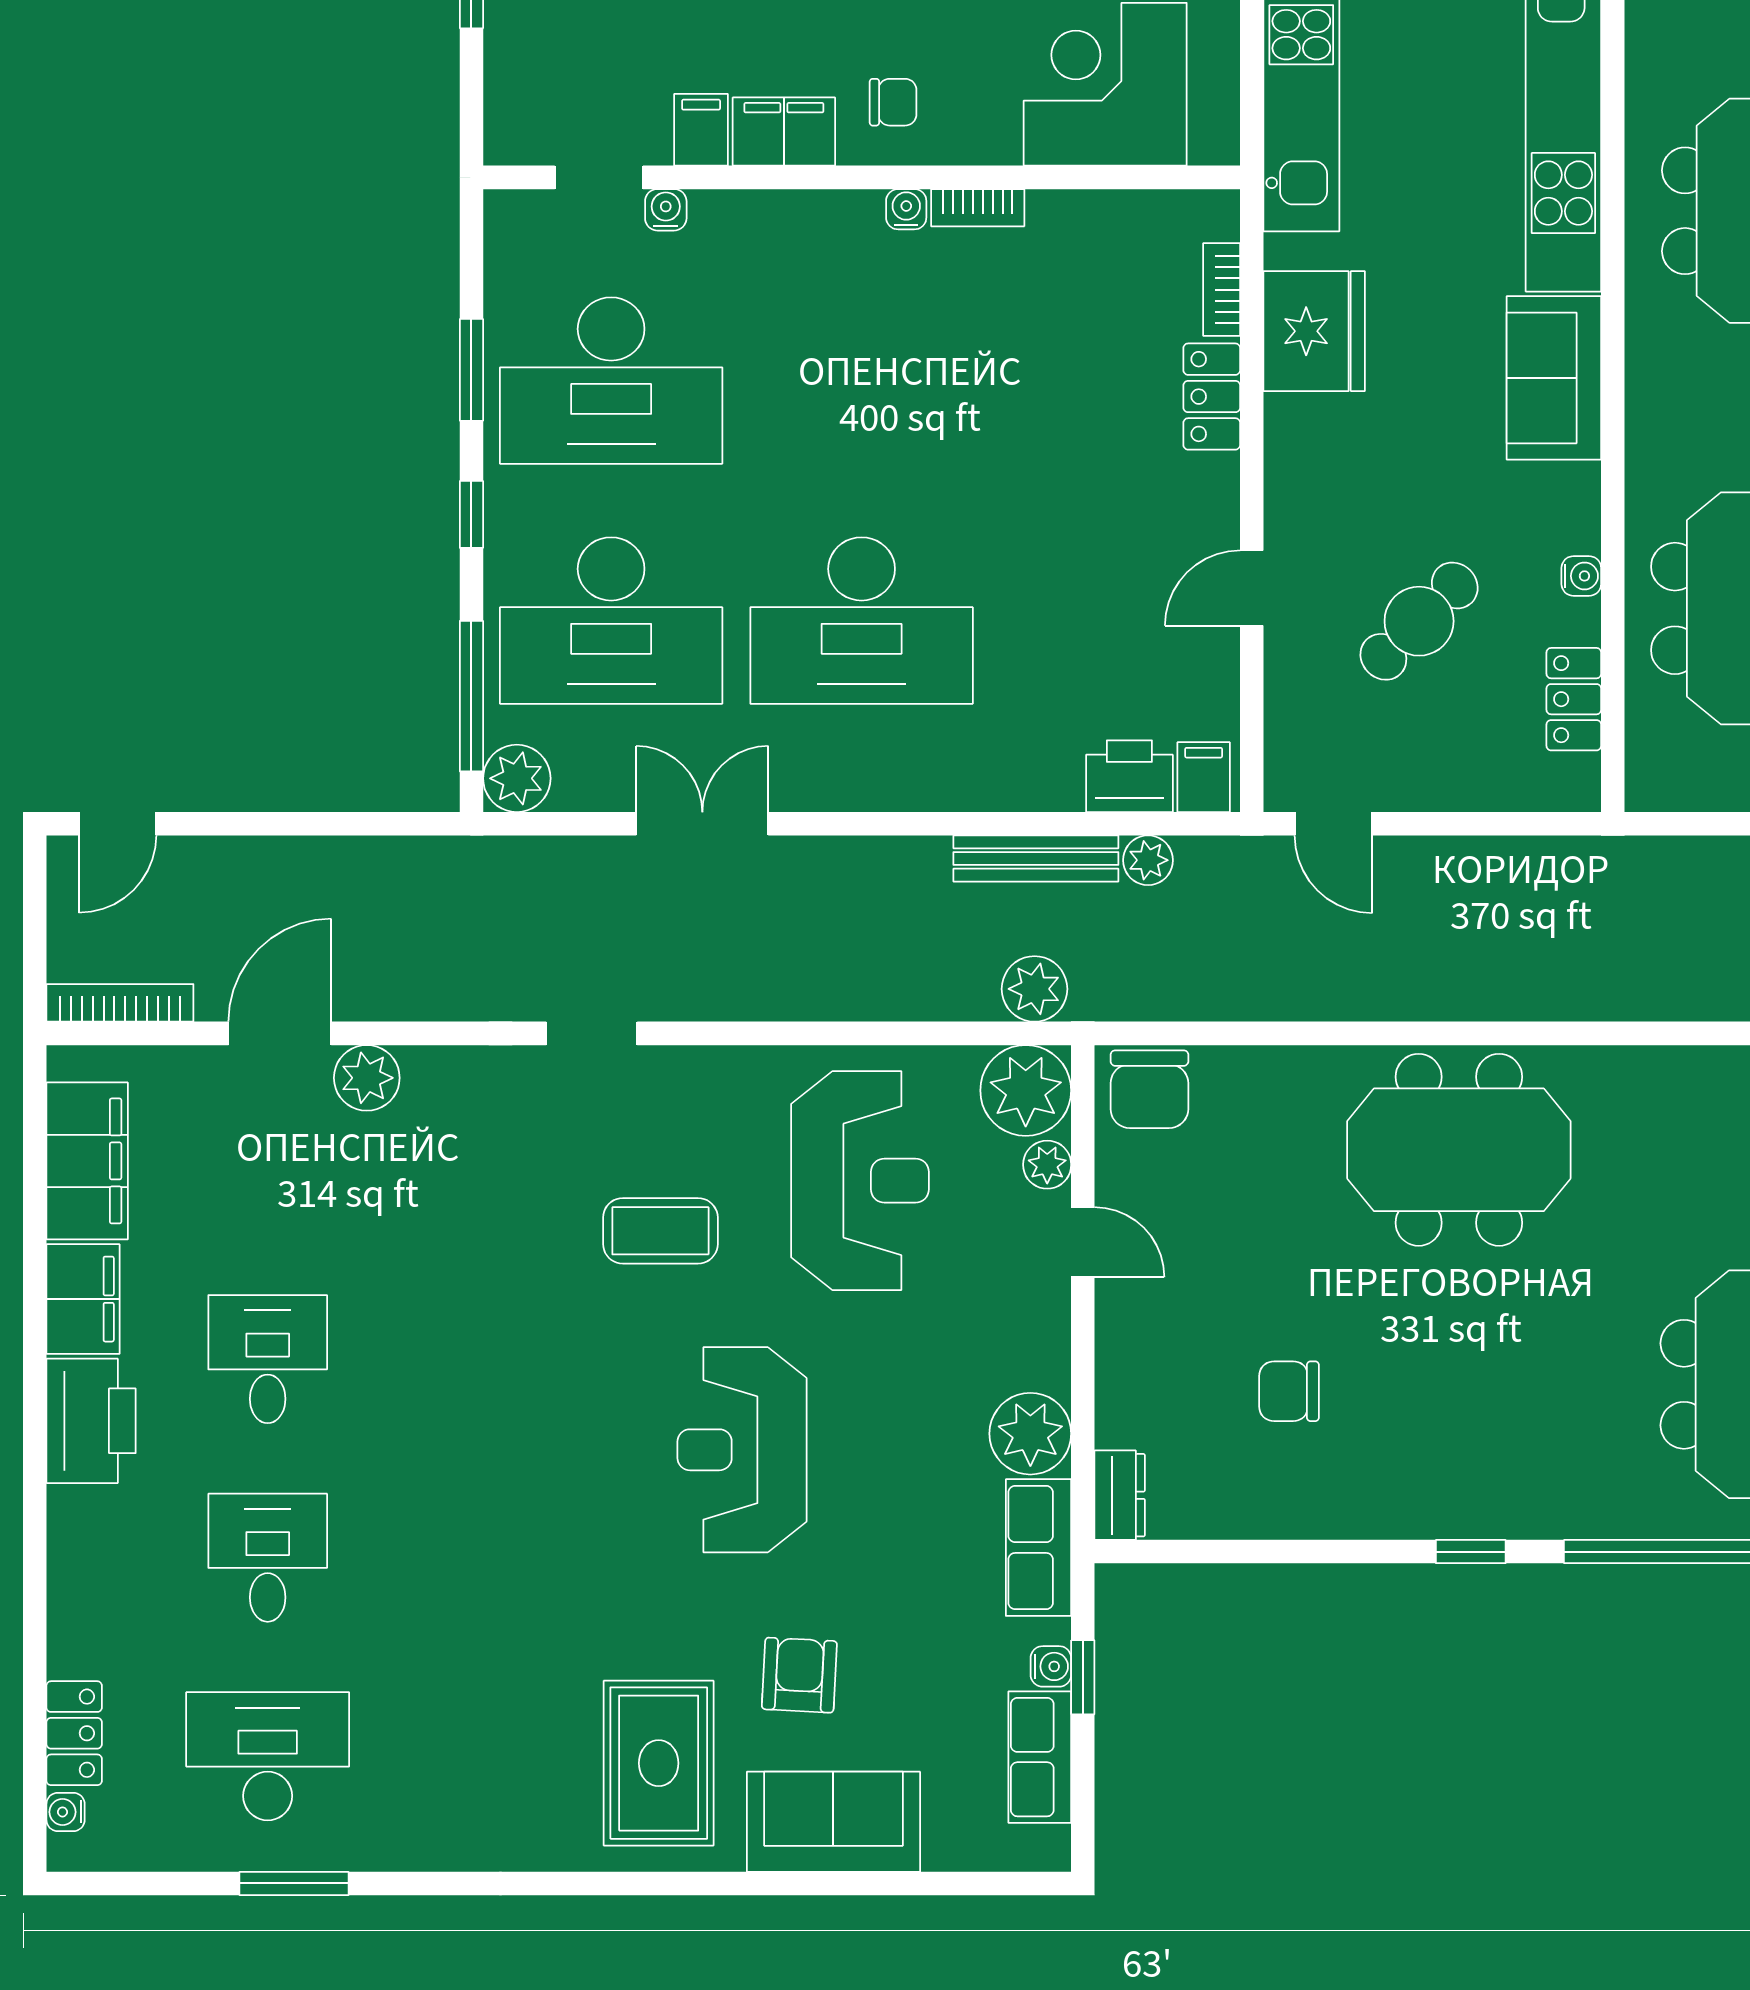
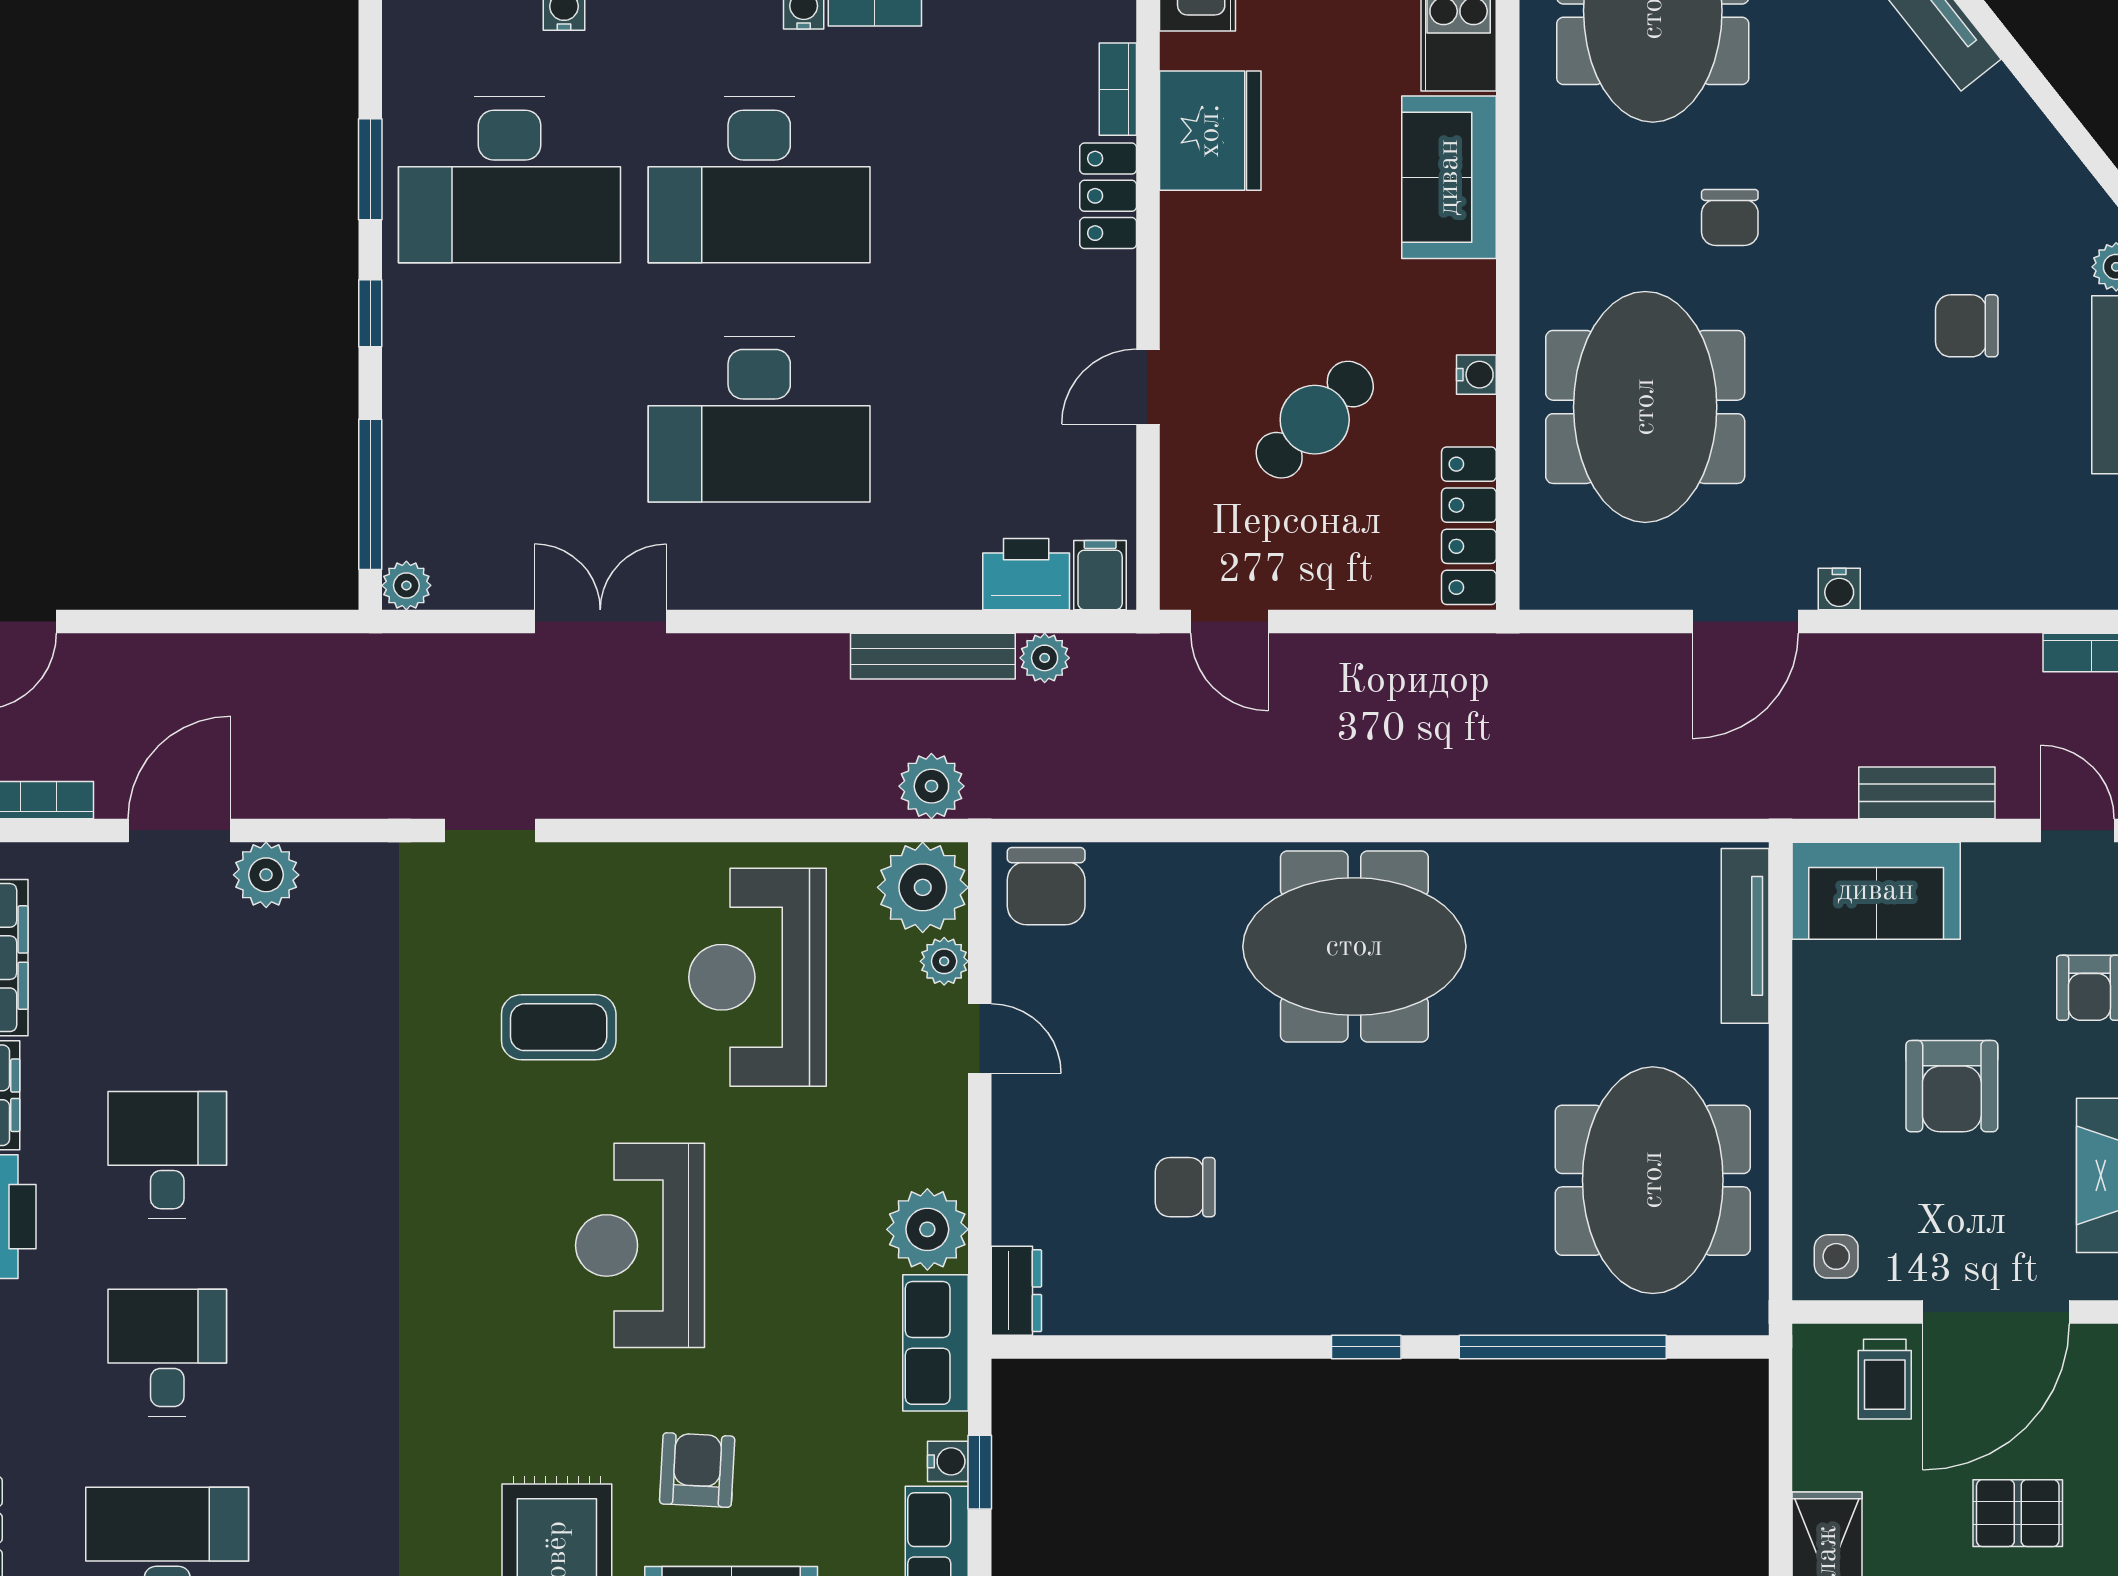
desk: (611, 621) -> (759, 180), moved
locker: (1574, 699) -> (1469, 526), width x1.53
plant: (517, 778) -> (406, 585), width x0.73, depth x0.73
reception desk: (860, 1181) -> (758, 977), turned 180

